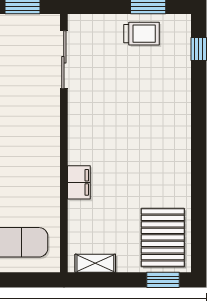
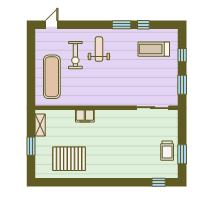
pallet: (163, 237) -> (69, 159), moved
window: (163, 280) -> (31, 146), moved

